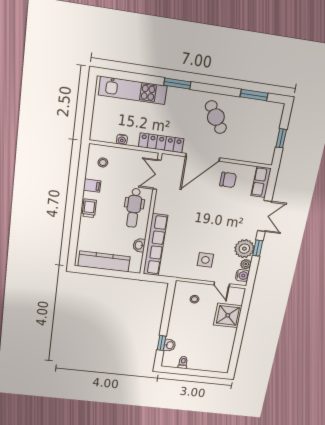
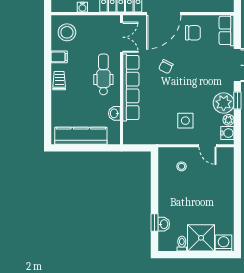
stool: (103, 163) -> (67, 32), width x1.89, depth x1.89
double door: (157, 175) -> (121, 37), swing flipped
dental chair: (134, 208) -> (103, 74), turned 180
chair: (196, 208) -> (166, 67), added
row of seats: (155, 245) -> (131, 88), moved
shower: (228, 315) -> (201, 238), moved
washing machine: (220, 366) -> (224, 243), added

